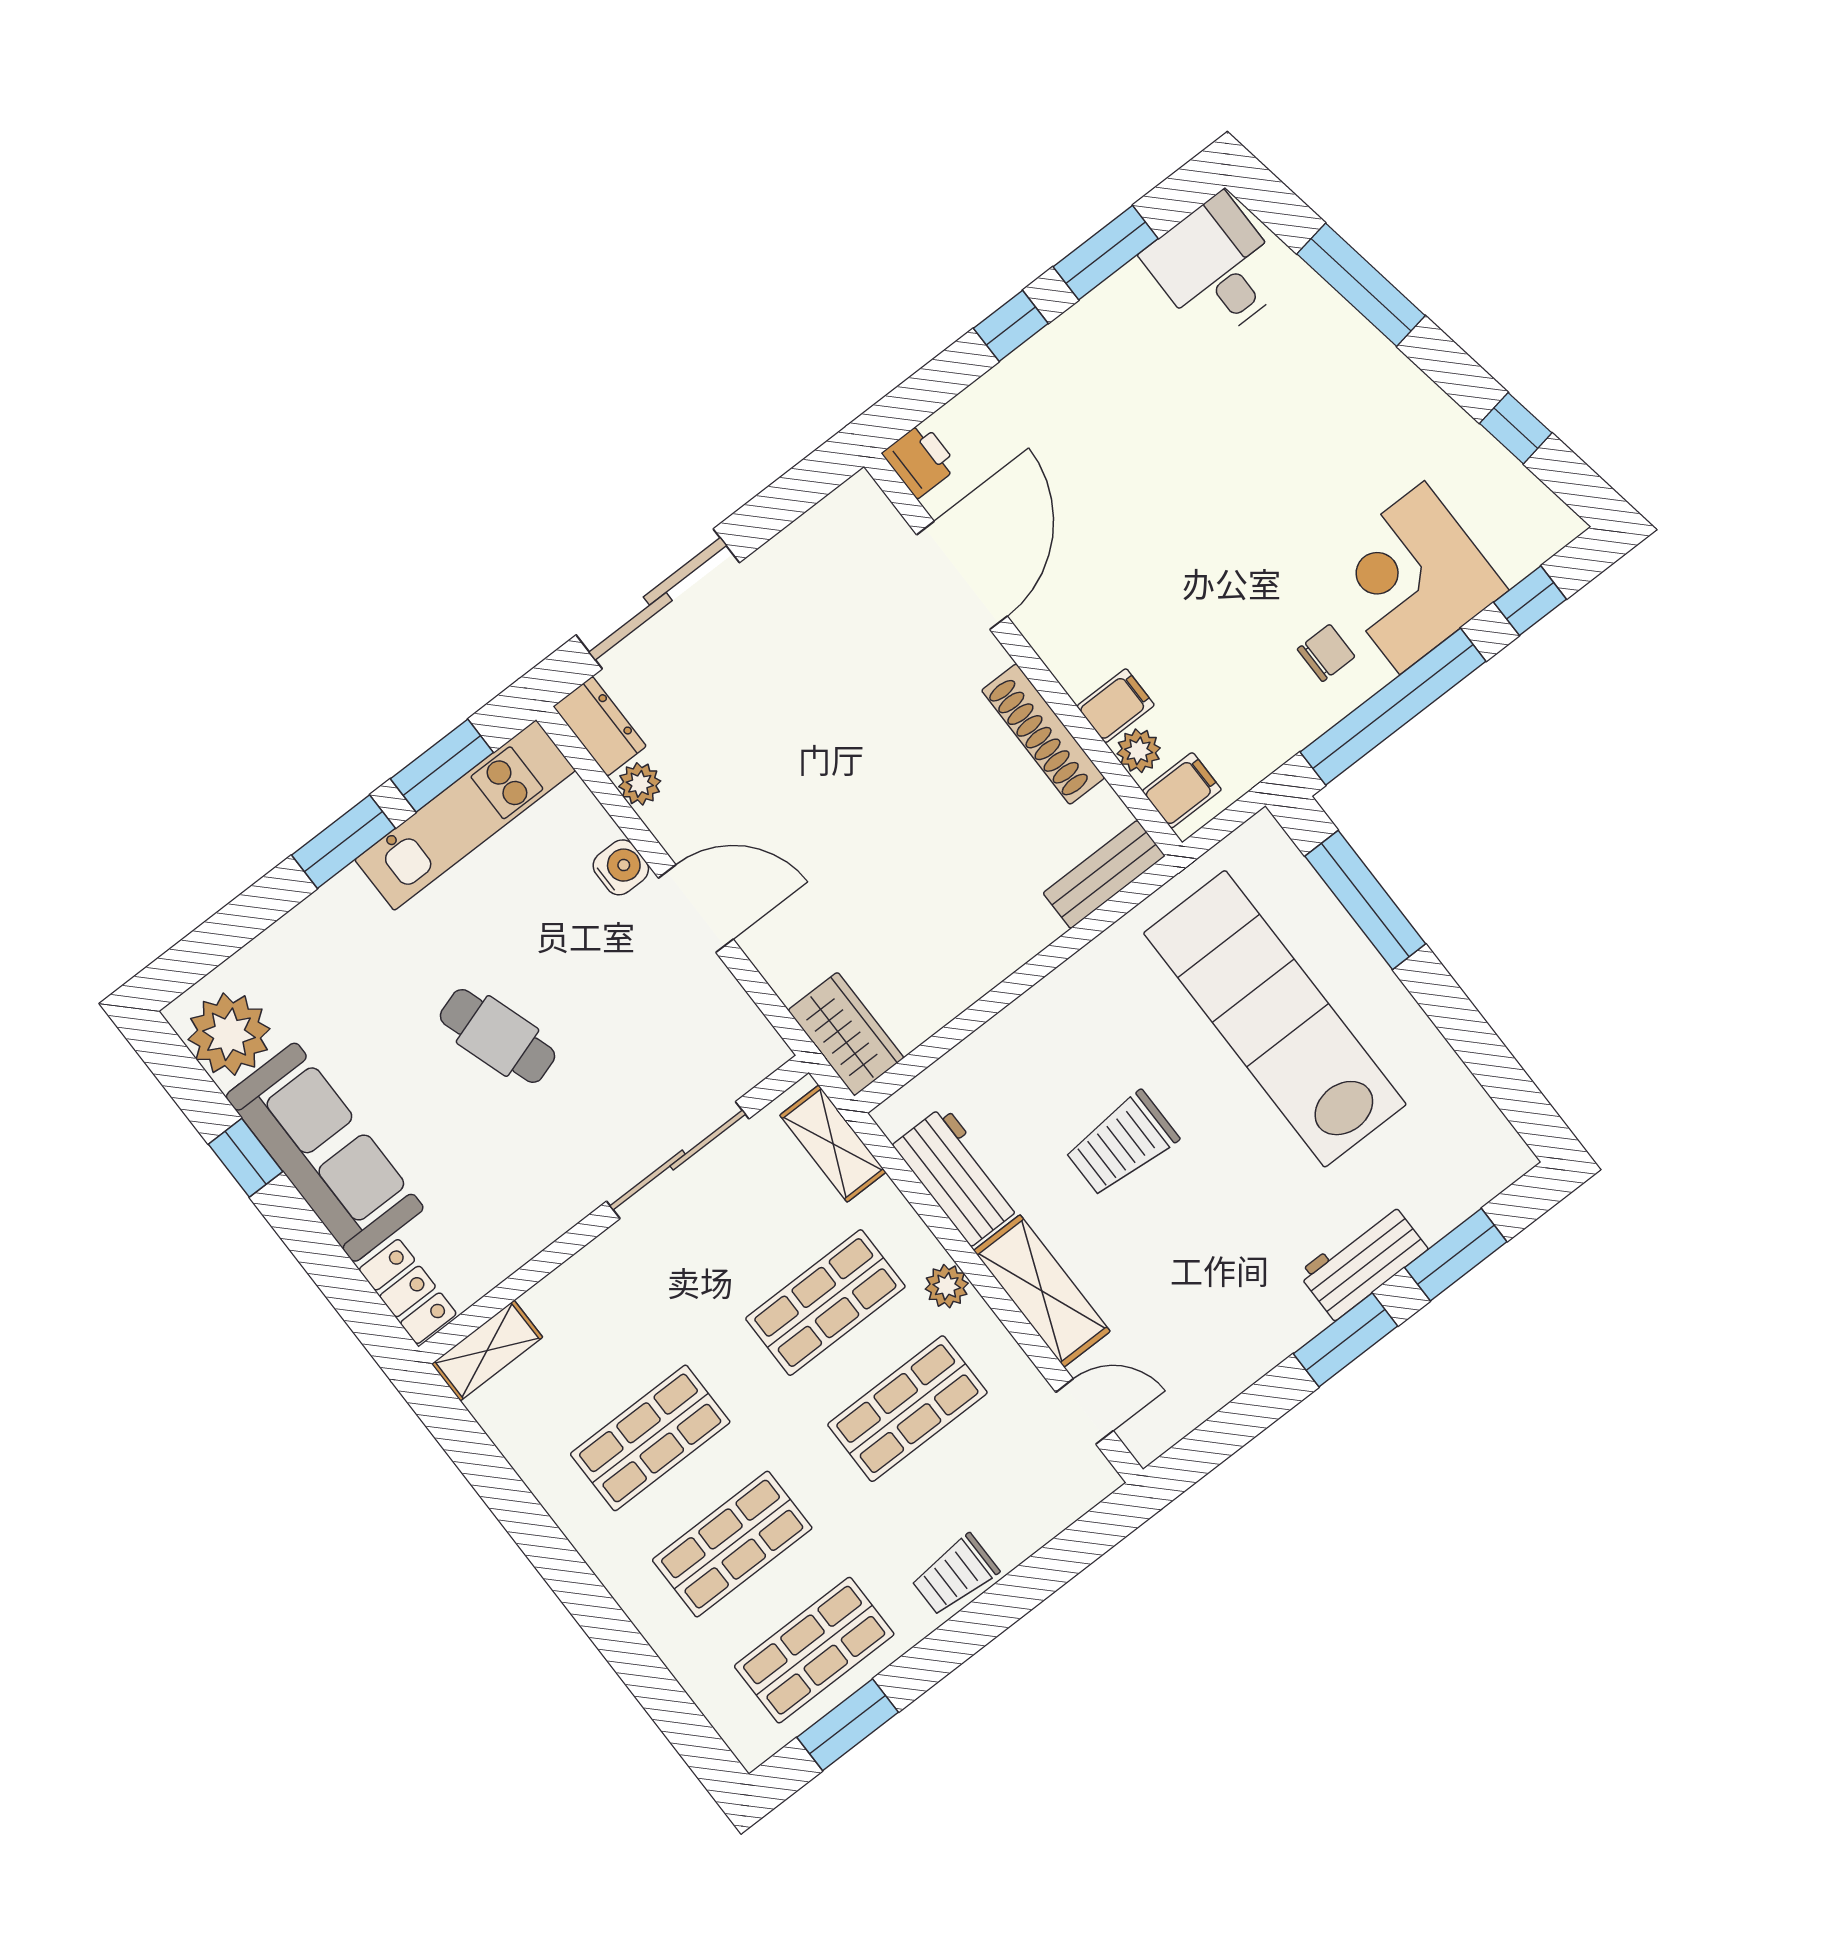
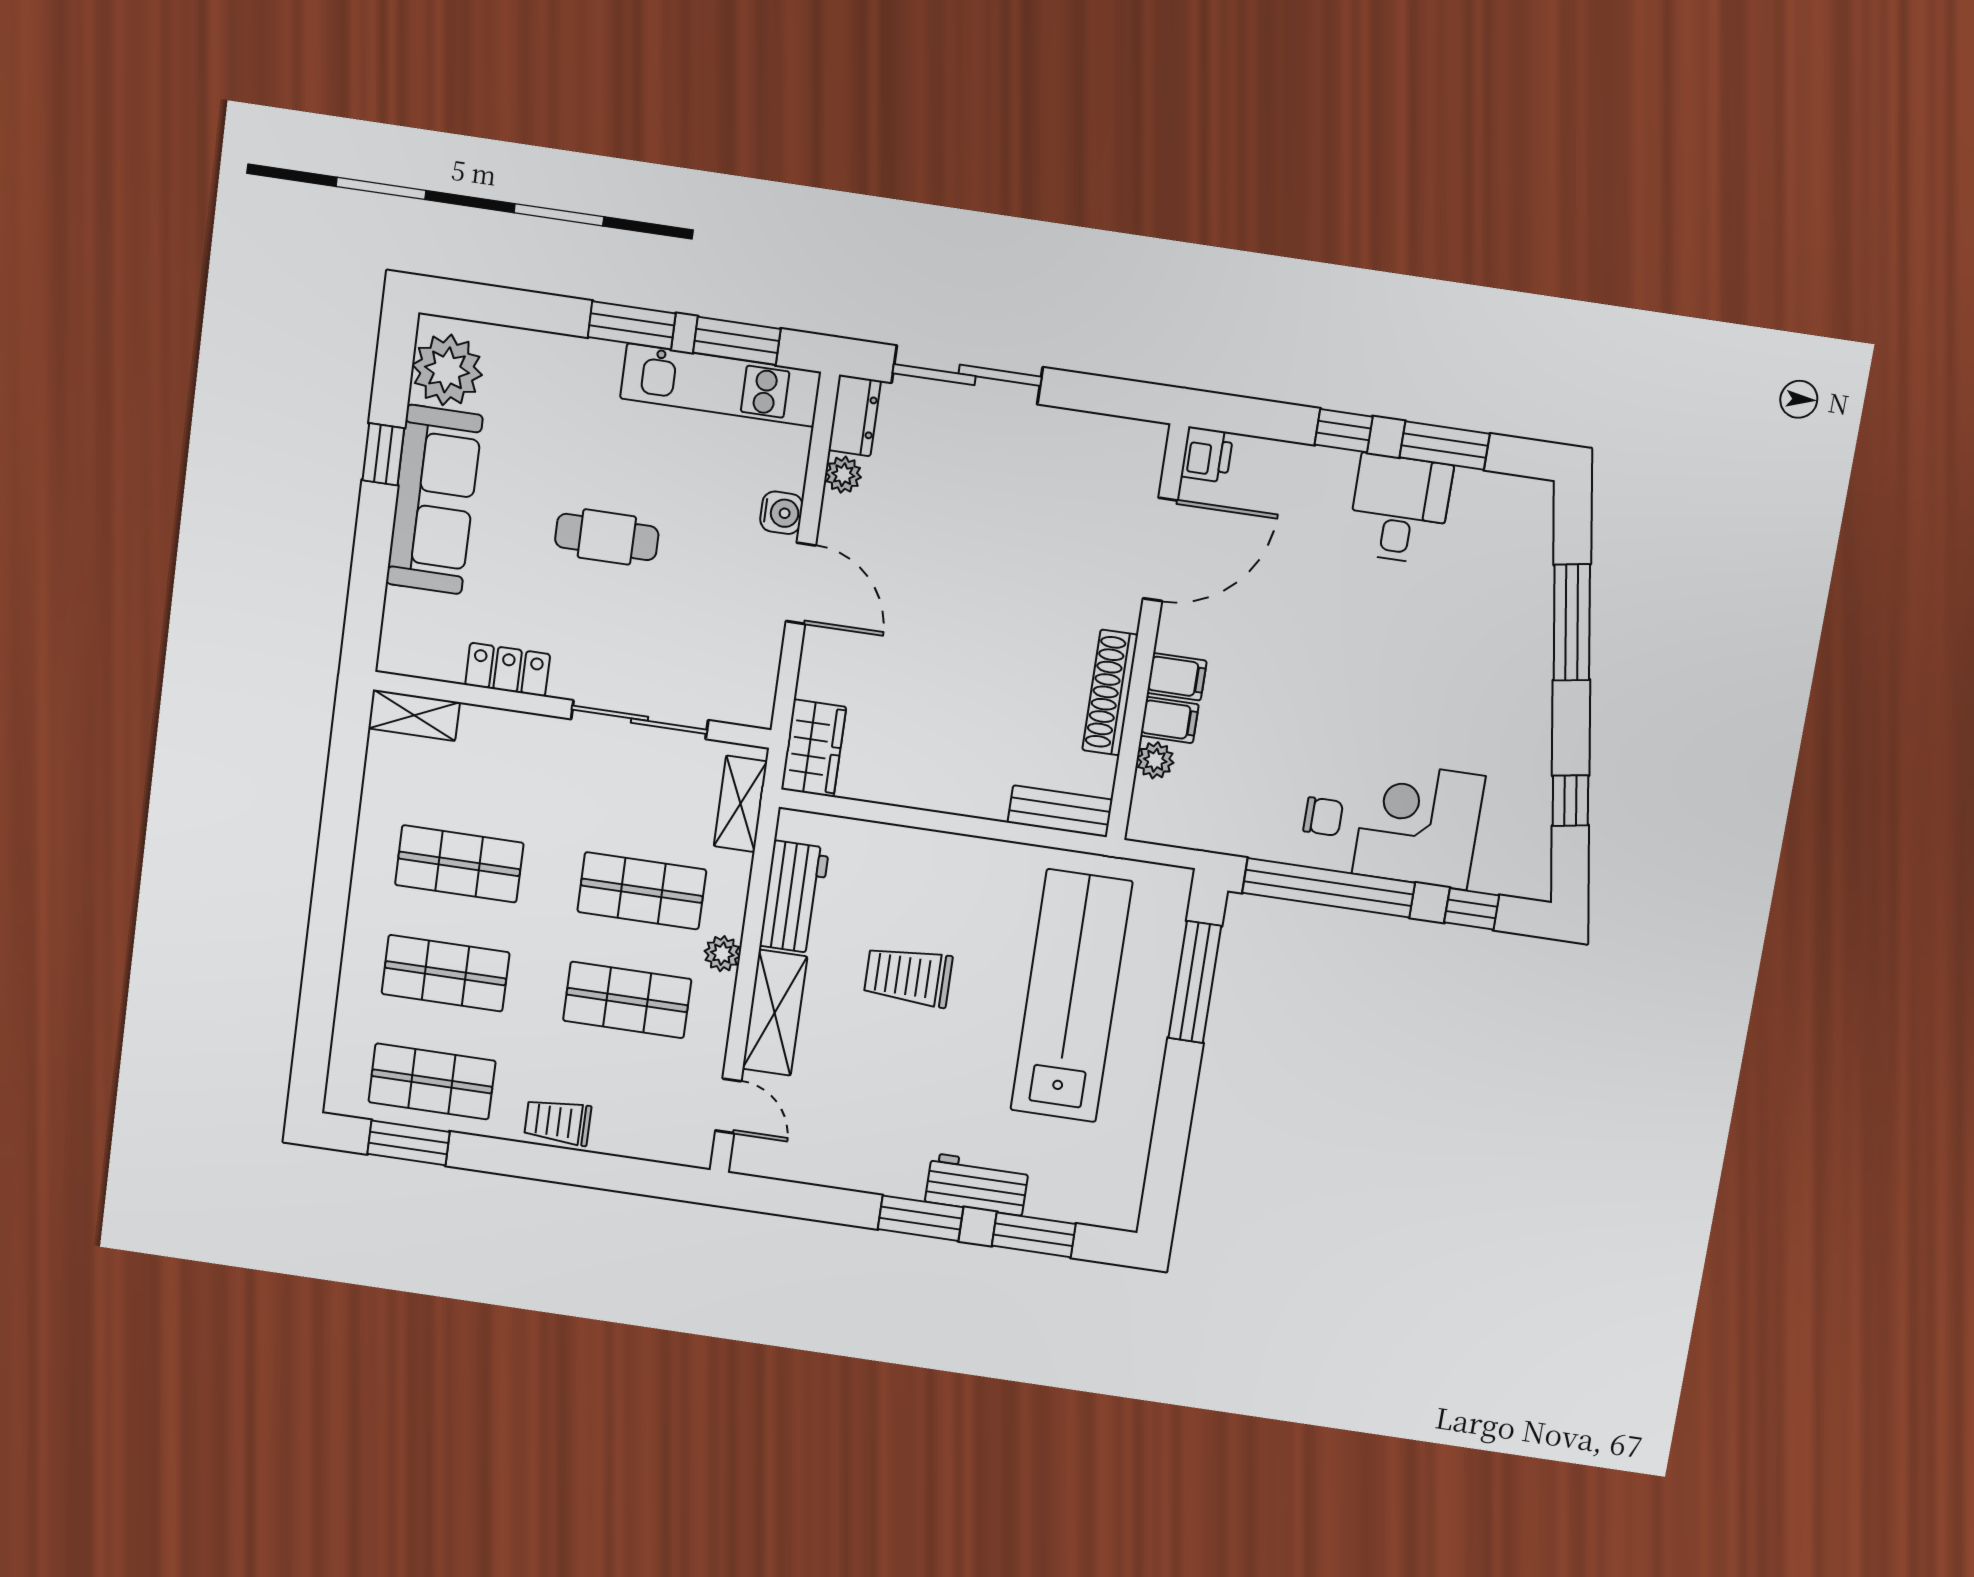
desk: (1216, 268) -> (1400, 509), moved
filing cabinet: (1182, 790) -> (1177, 677), moved
cafe table: (497, 1036) -> (607, 537), turned -72
locker: (408, 1291) -> (508, 670), moved, turned -90

